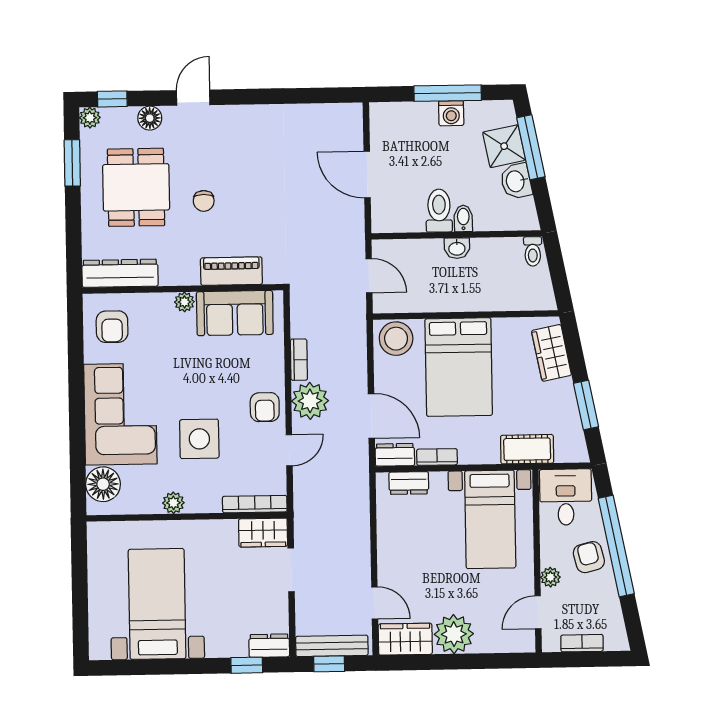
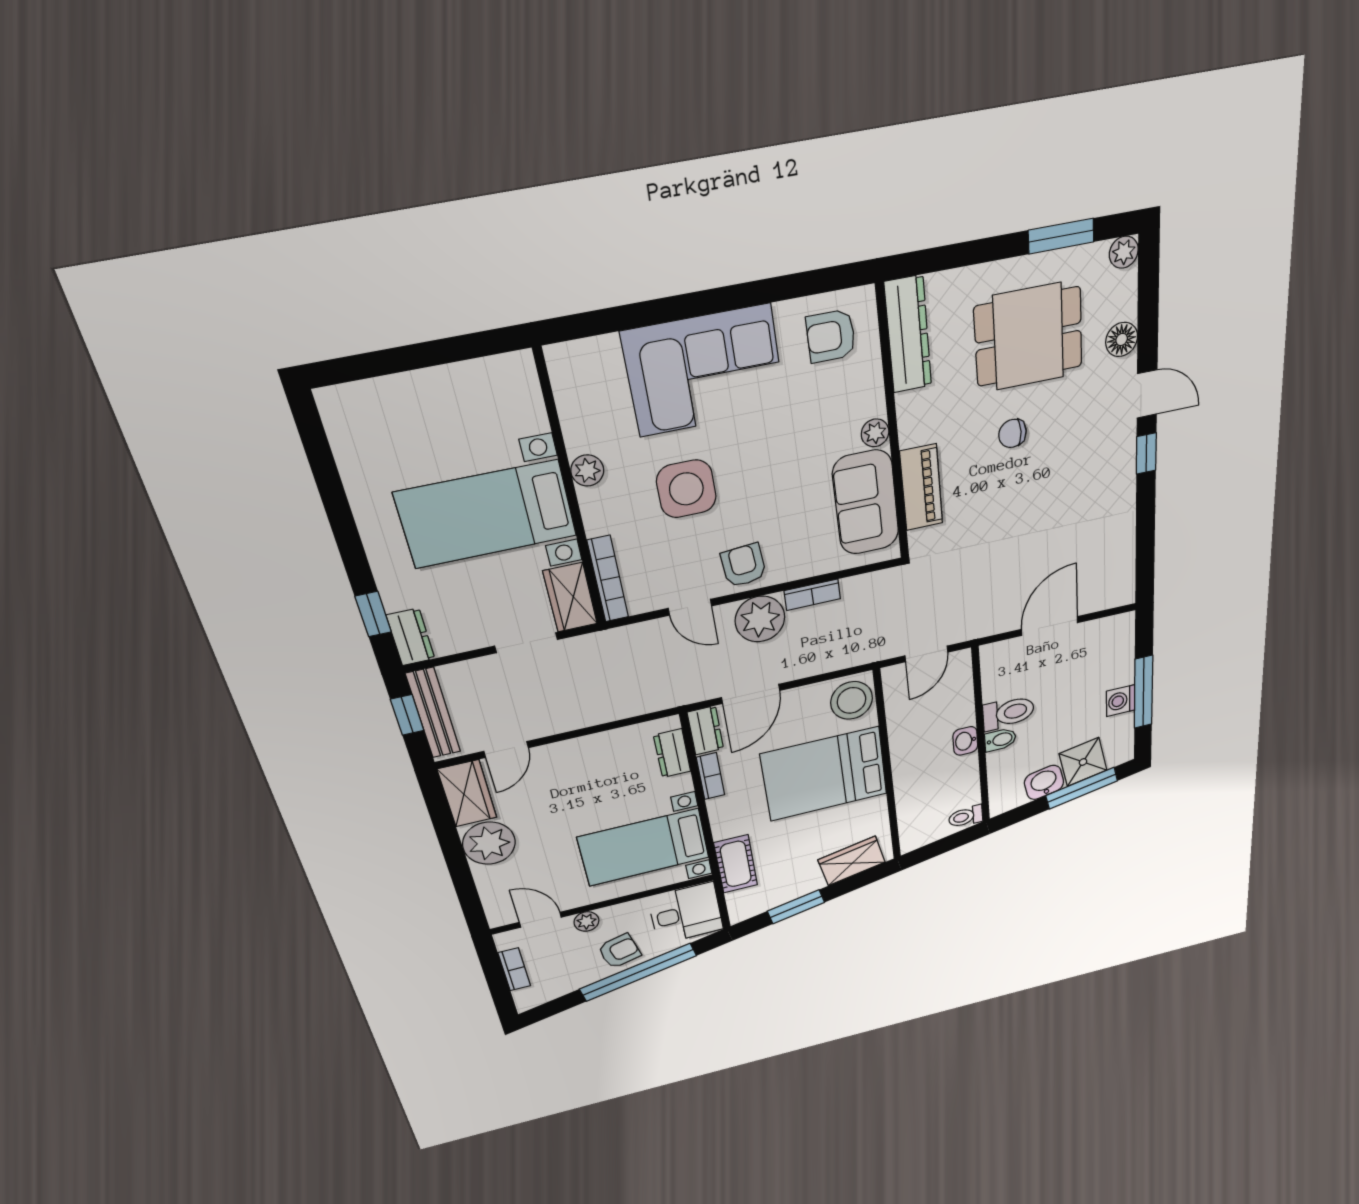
window: (112, 99) -> (1146, 454), moved
armchair: (265, 407) -> (744, 565), turned 85
floor lamp: (103, 484) -> (595, 363), removed
bed with nightstands: (157, 604) -> (486, 514), moved, turned 180

